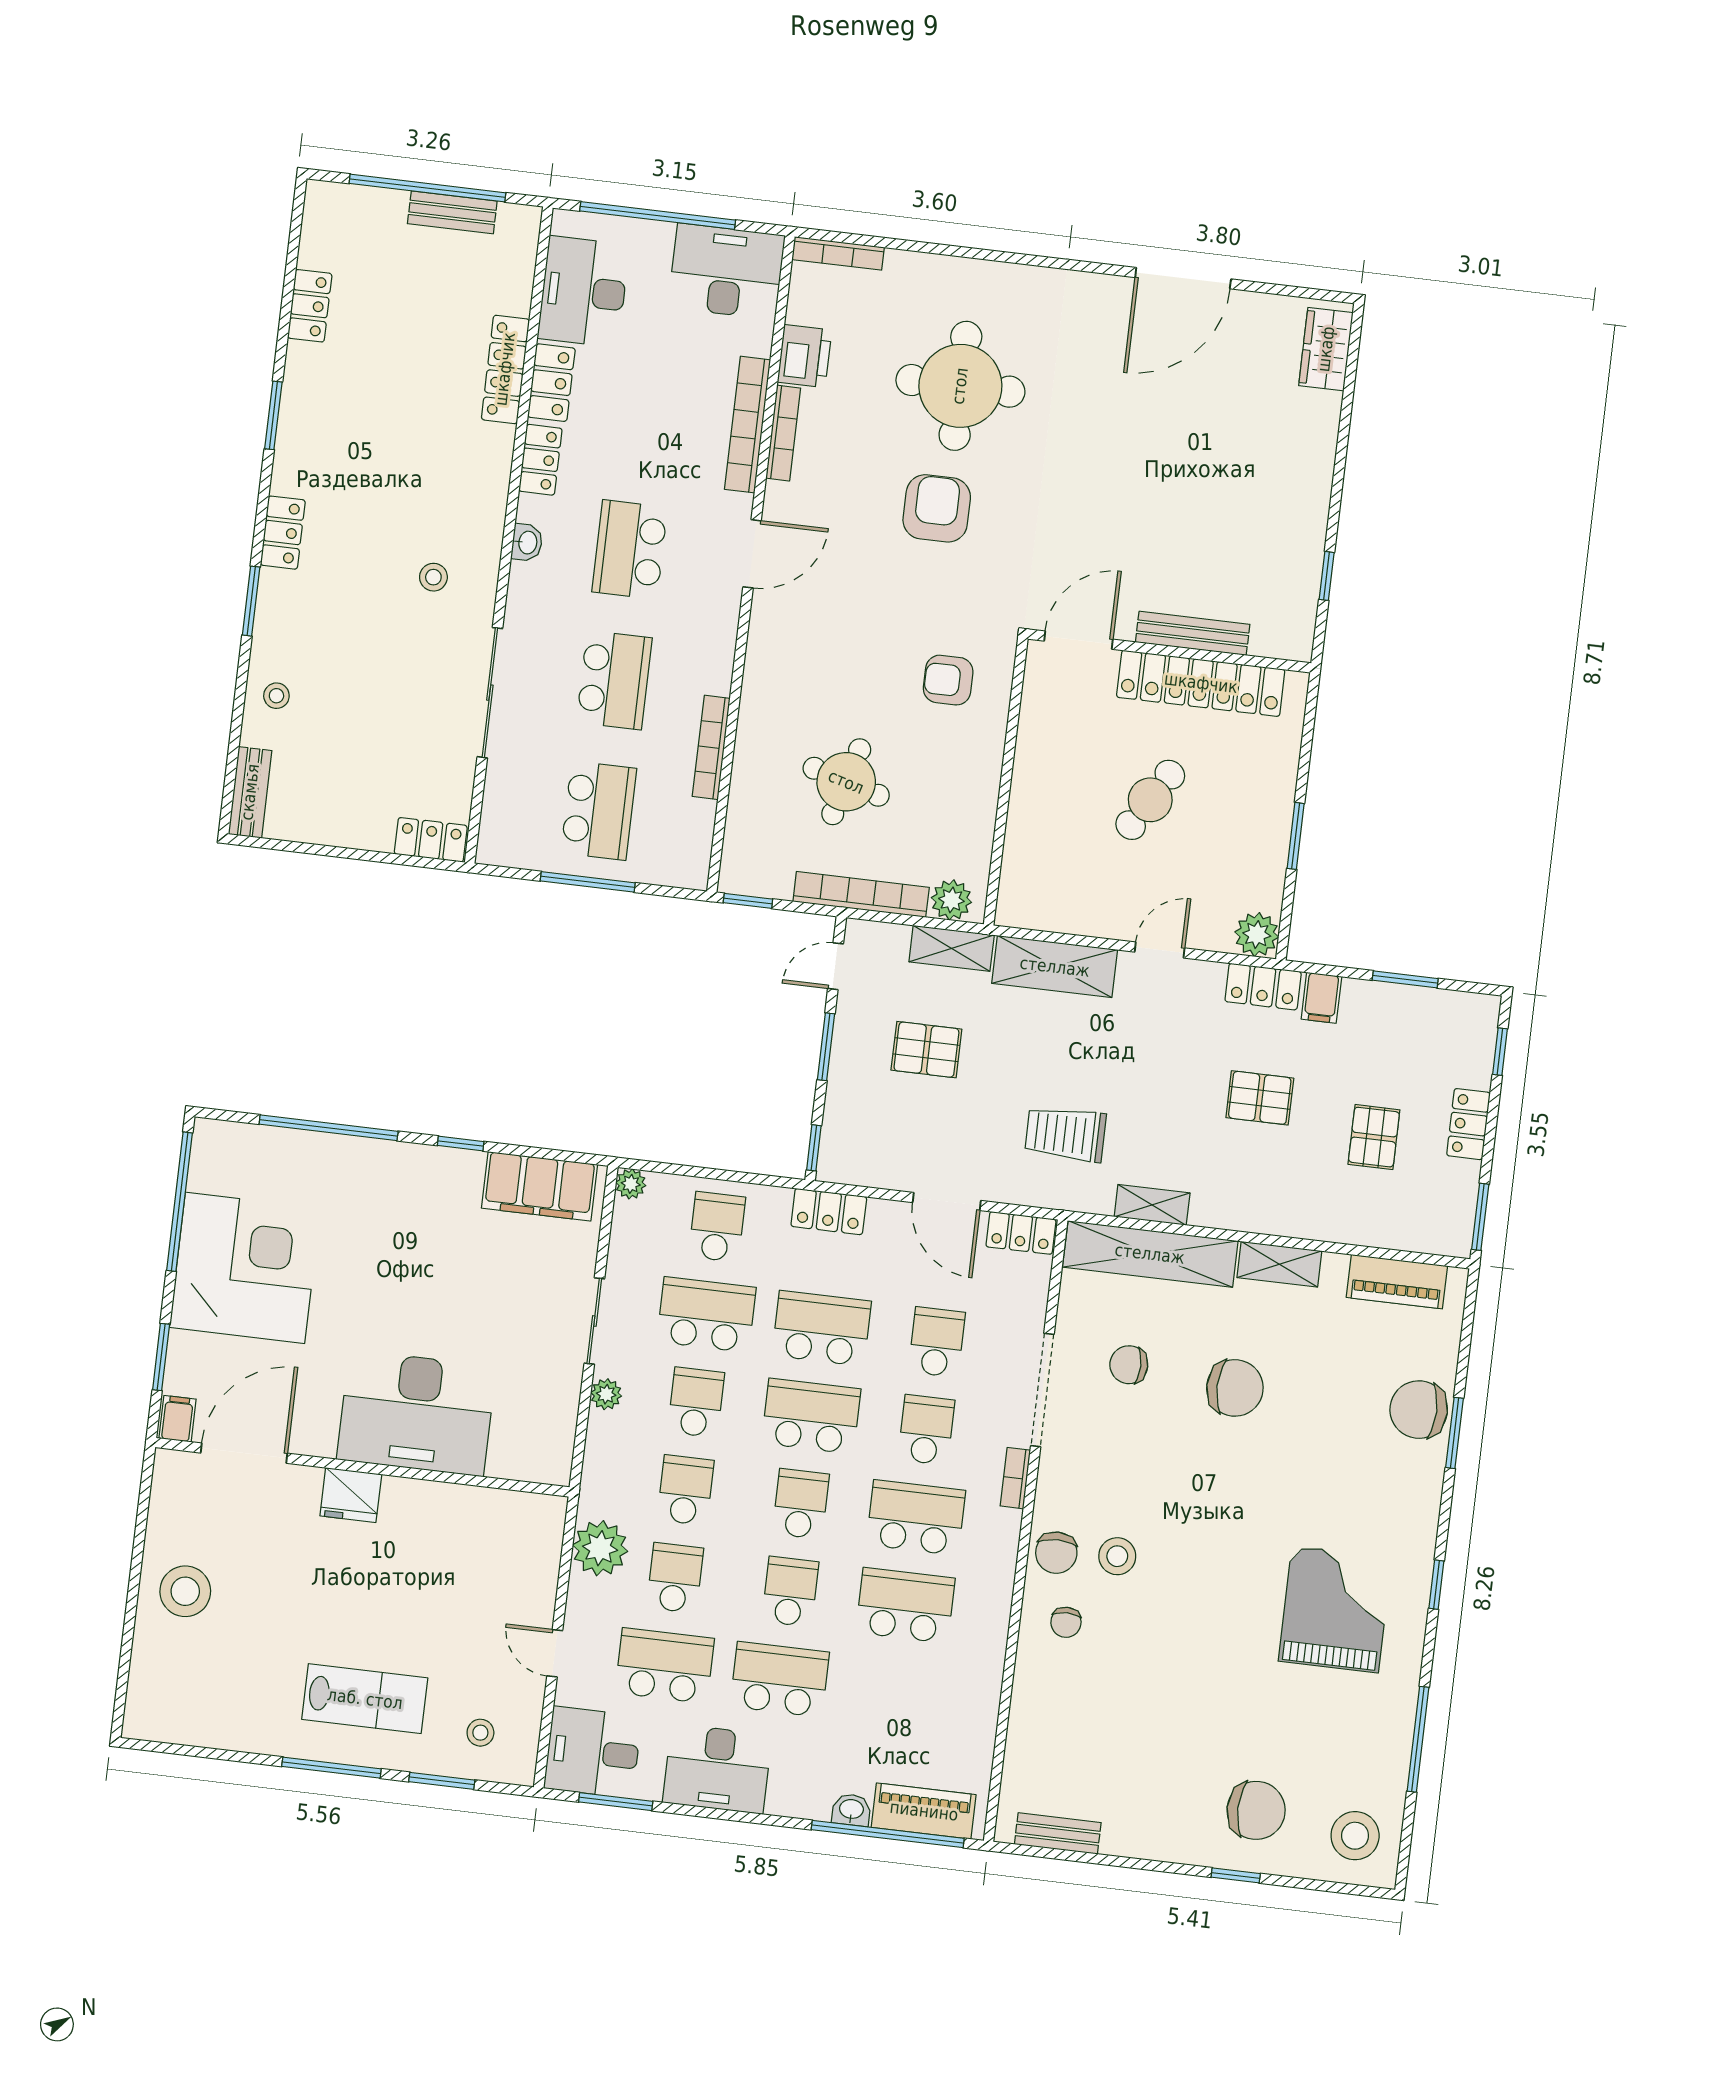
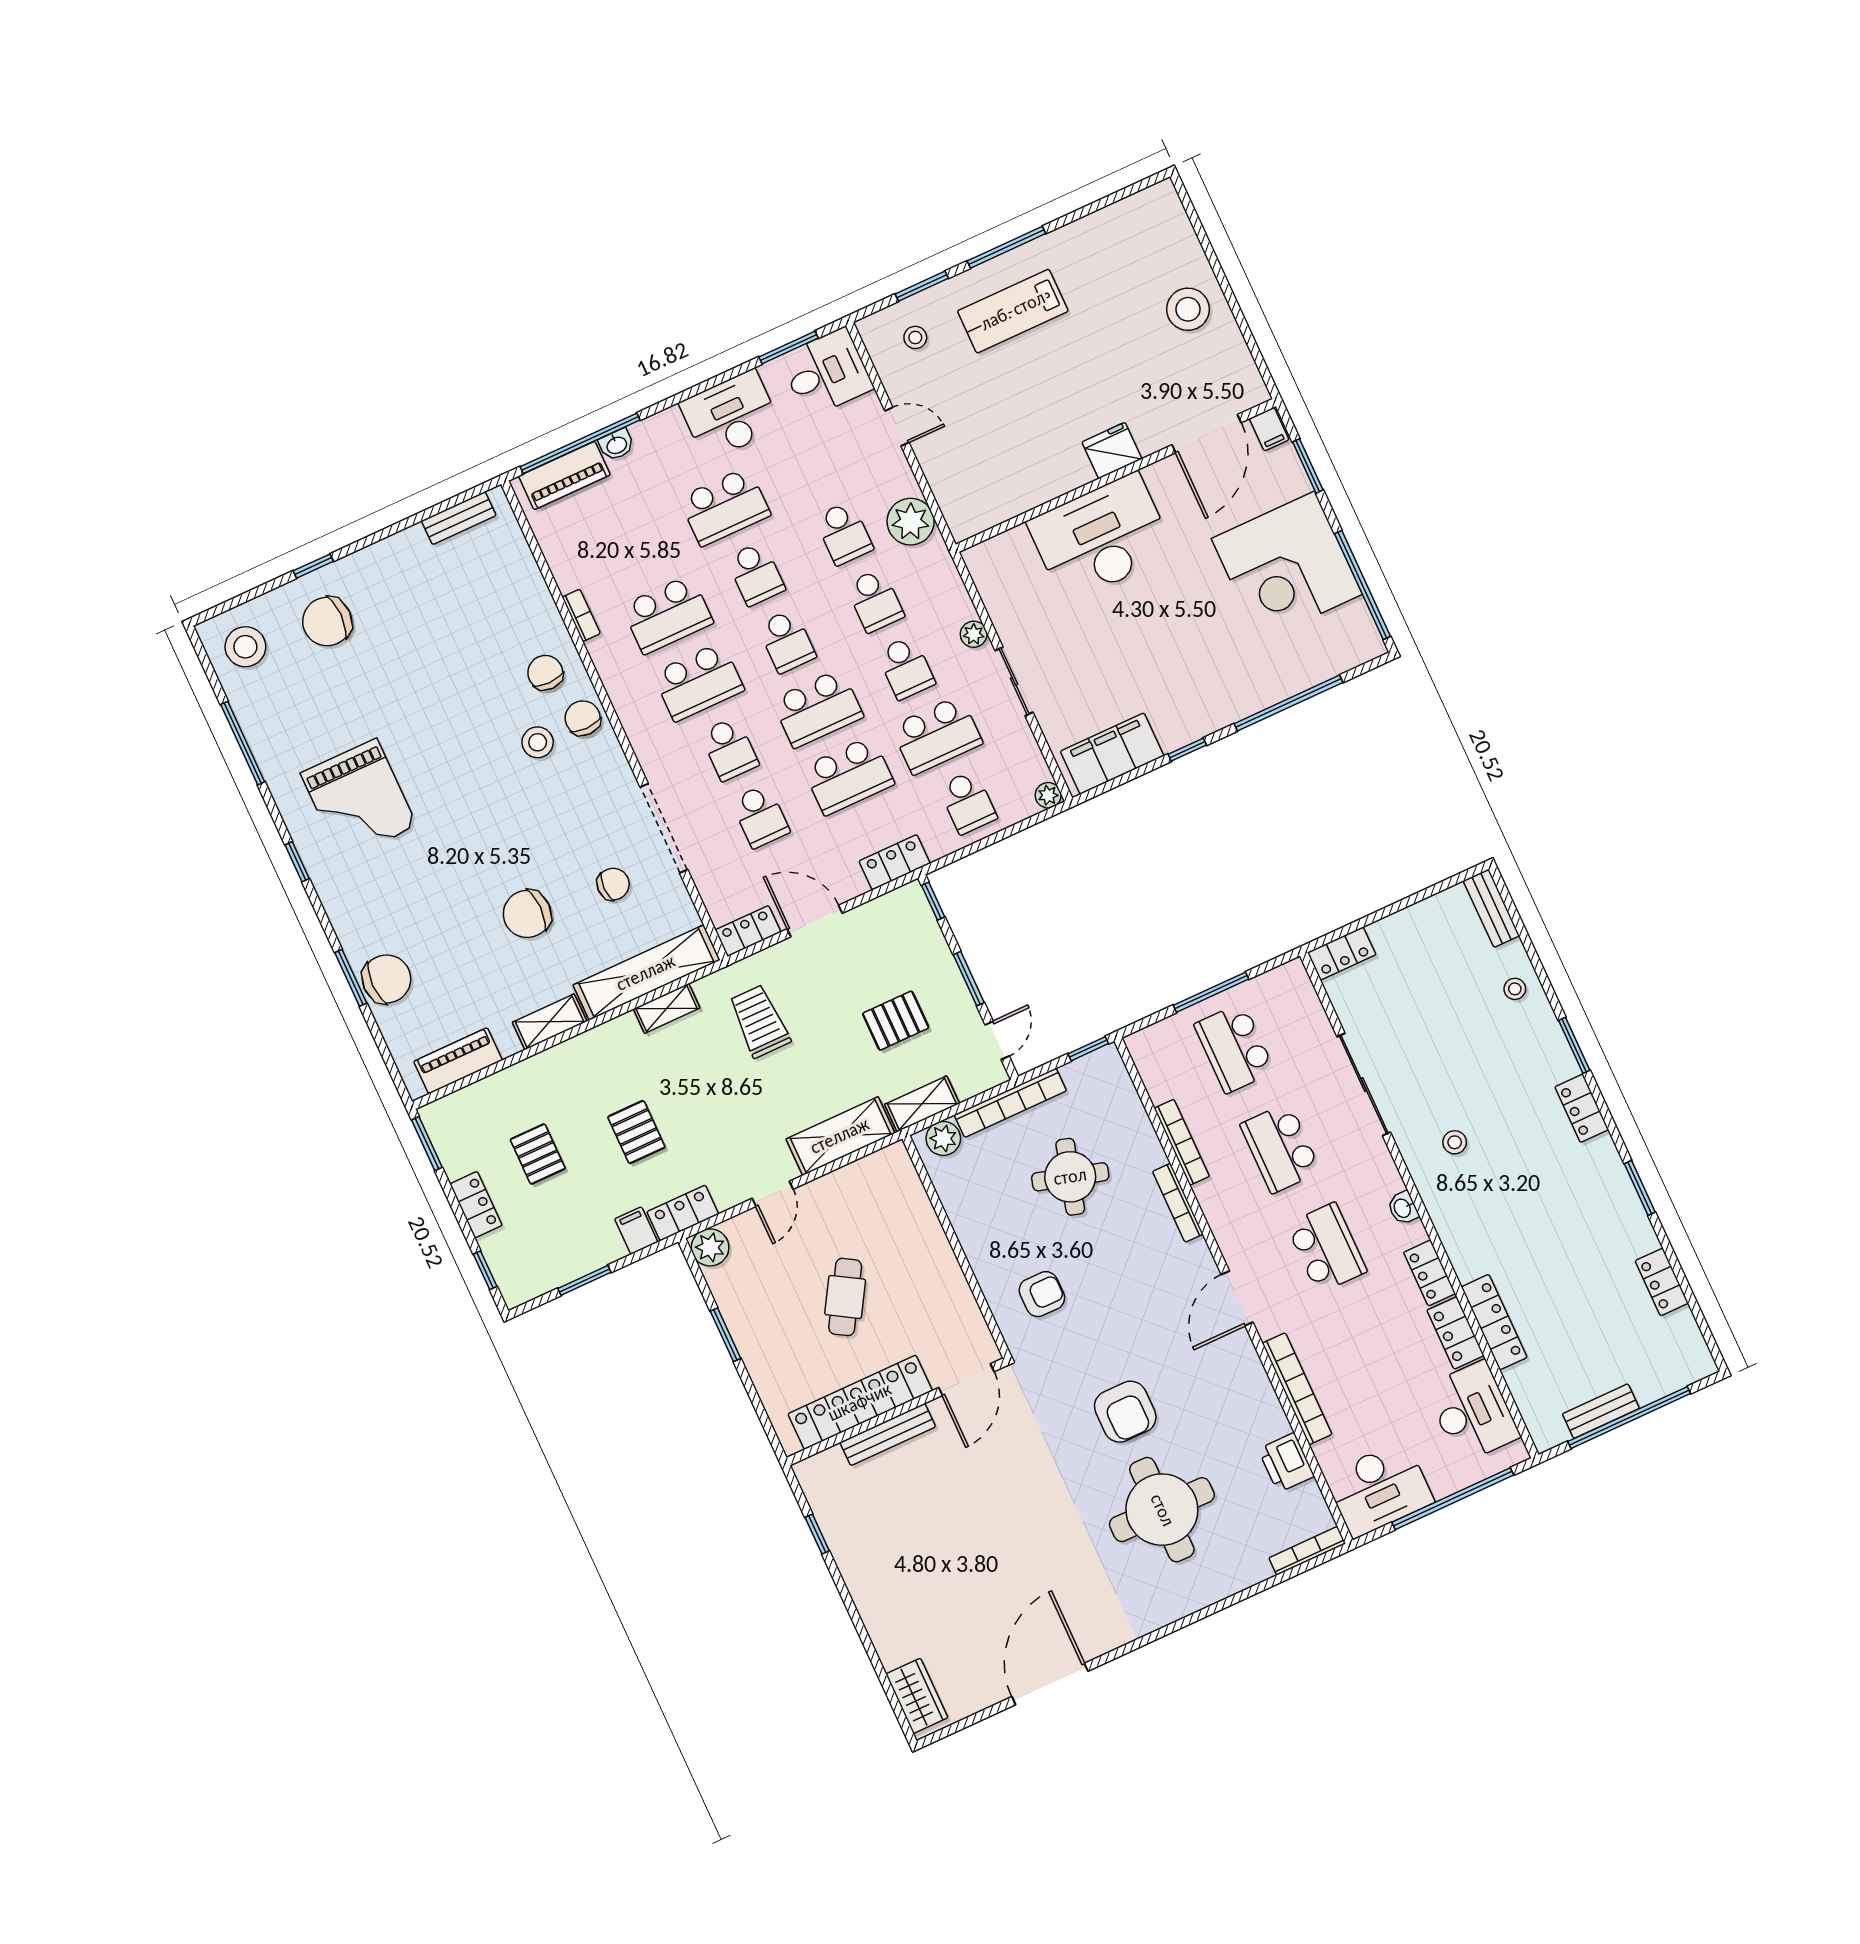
bookcase: (783, 433) -> (1178, 1203), moved
pallet: (1260, 1098) -> (636, 1132), turned 90
trolley: (1065, 1134) -> (759, 1021), turned -90
bookcase: (1015, 1478) -> (581, 615), moved
chair: (1066, 1622) -> (545, 673), width x1.37, depth x1.37
school desk: (665, 1666) -> (813, 466), removed

